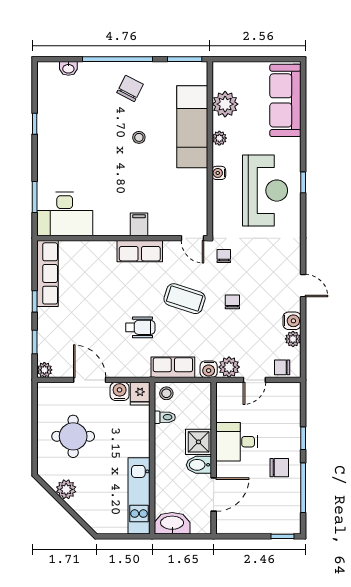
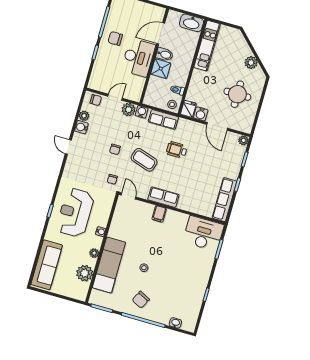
desk: (237, 442) -> (138, 58), width x1.37

